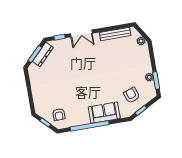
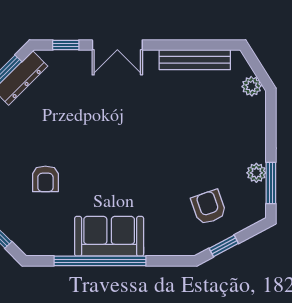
sofa: (104, 113) -> (109, 236), moved
armchair: (59, 114) -> (45, 179), moved

